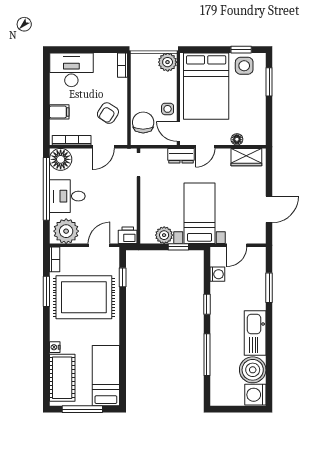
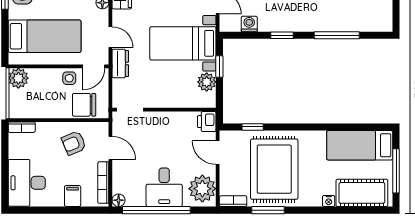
bed: (206, 86) -> (45, 36), width x0.67
armchair: (108, 113) -> (74, 143), turned 124
floor lamp: (61, 159) -> (119, 200), width x0.53, depth x0.53

